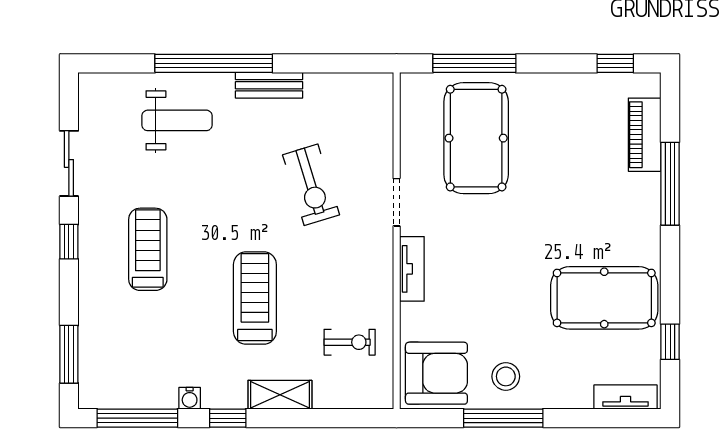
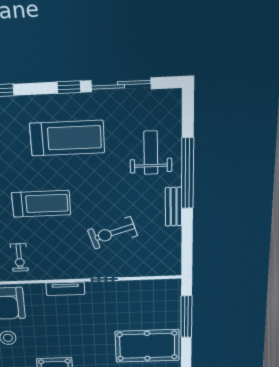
weight bench: (177, 120) -> (151, 153), turned 180
pool table: (476, 138) -> (147, 346), moved
sliding door: (69, 163) -> (121, 85), width x1.37
treadmill: (148, 249) -> (67, 138), width x1.37, depth x1.38

